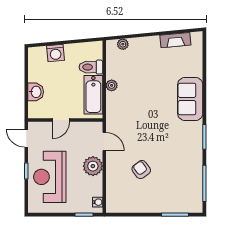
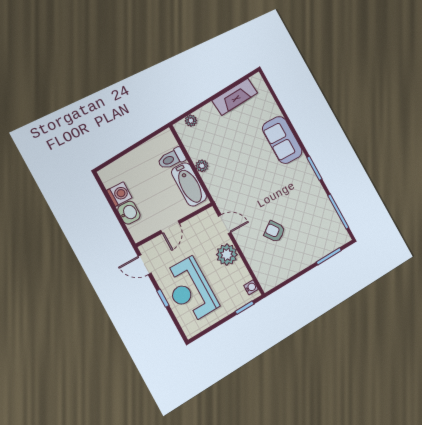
fireplace: (175, 40) -> (235, 97), width x1.37, depth x1.32
washing machine: (55, 53) -> (119, 194), moved, turned -85

